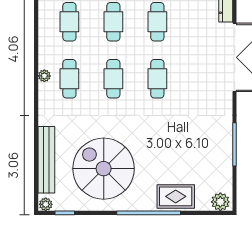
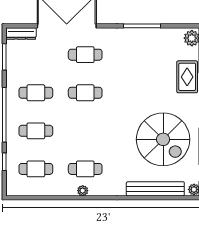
cafe table: (113, 79) -> (85, 55), moved
spiral stairs: (104, 169) -> (163, 139), turned -90

